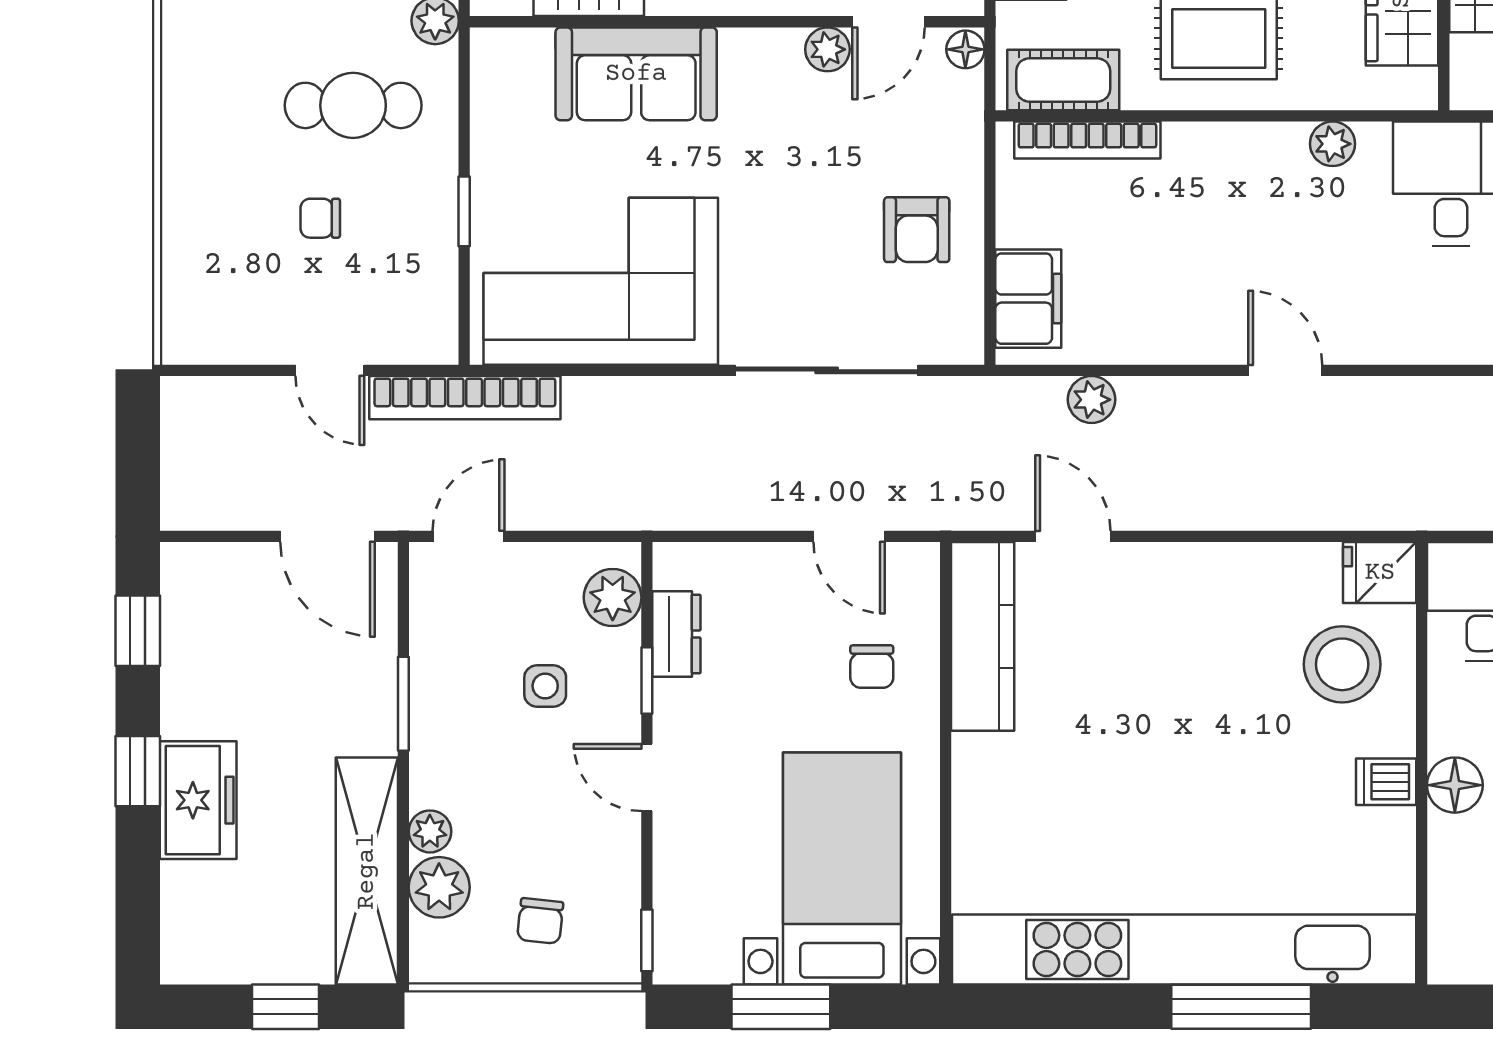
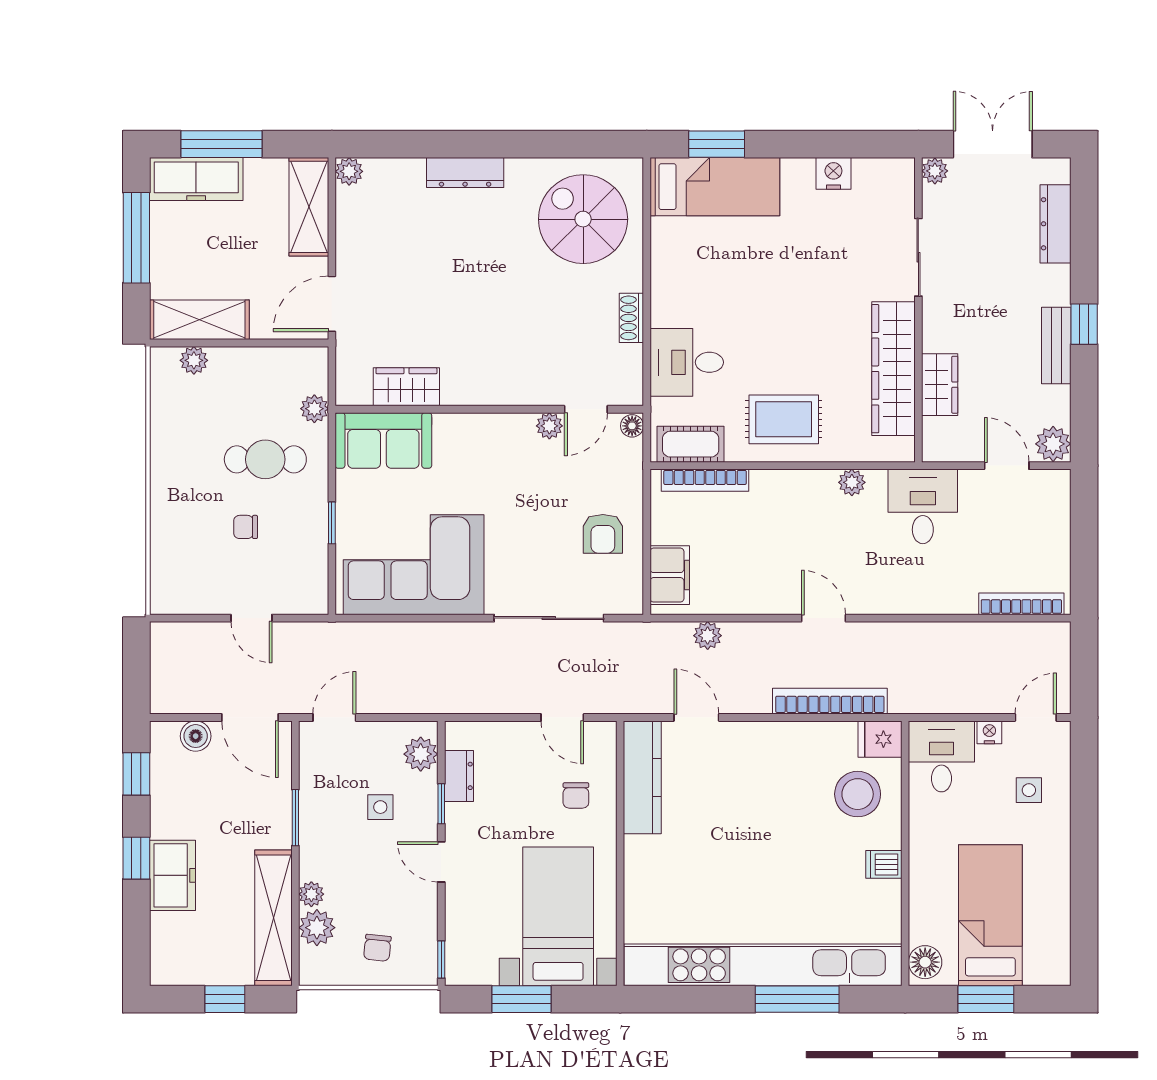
sofa: (636, 74) -> (383, 440), moved
bookcase: (465, 398) -> (830, 701), moved, turned 180
boiler: (237, 567) -> (196, 736), added
floor lamp: (1455, 785) -> (925, 962), moved

